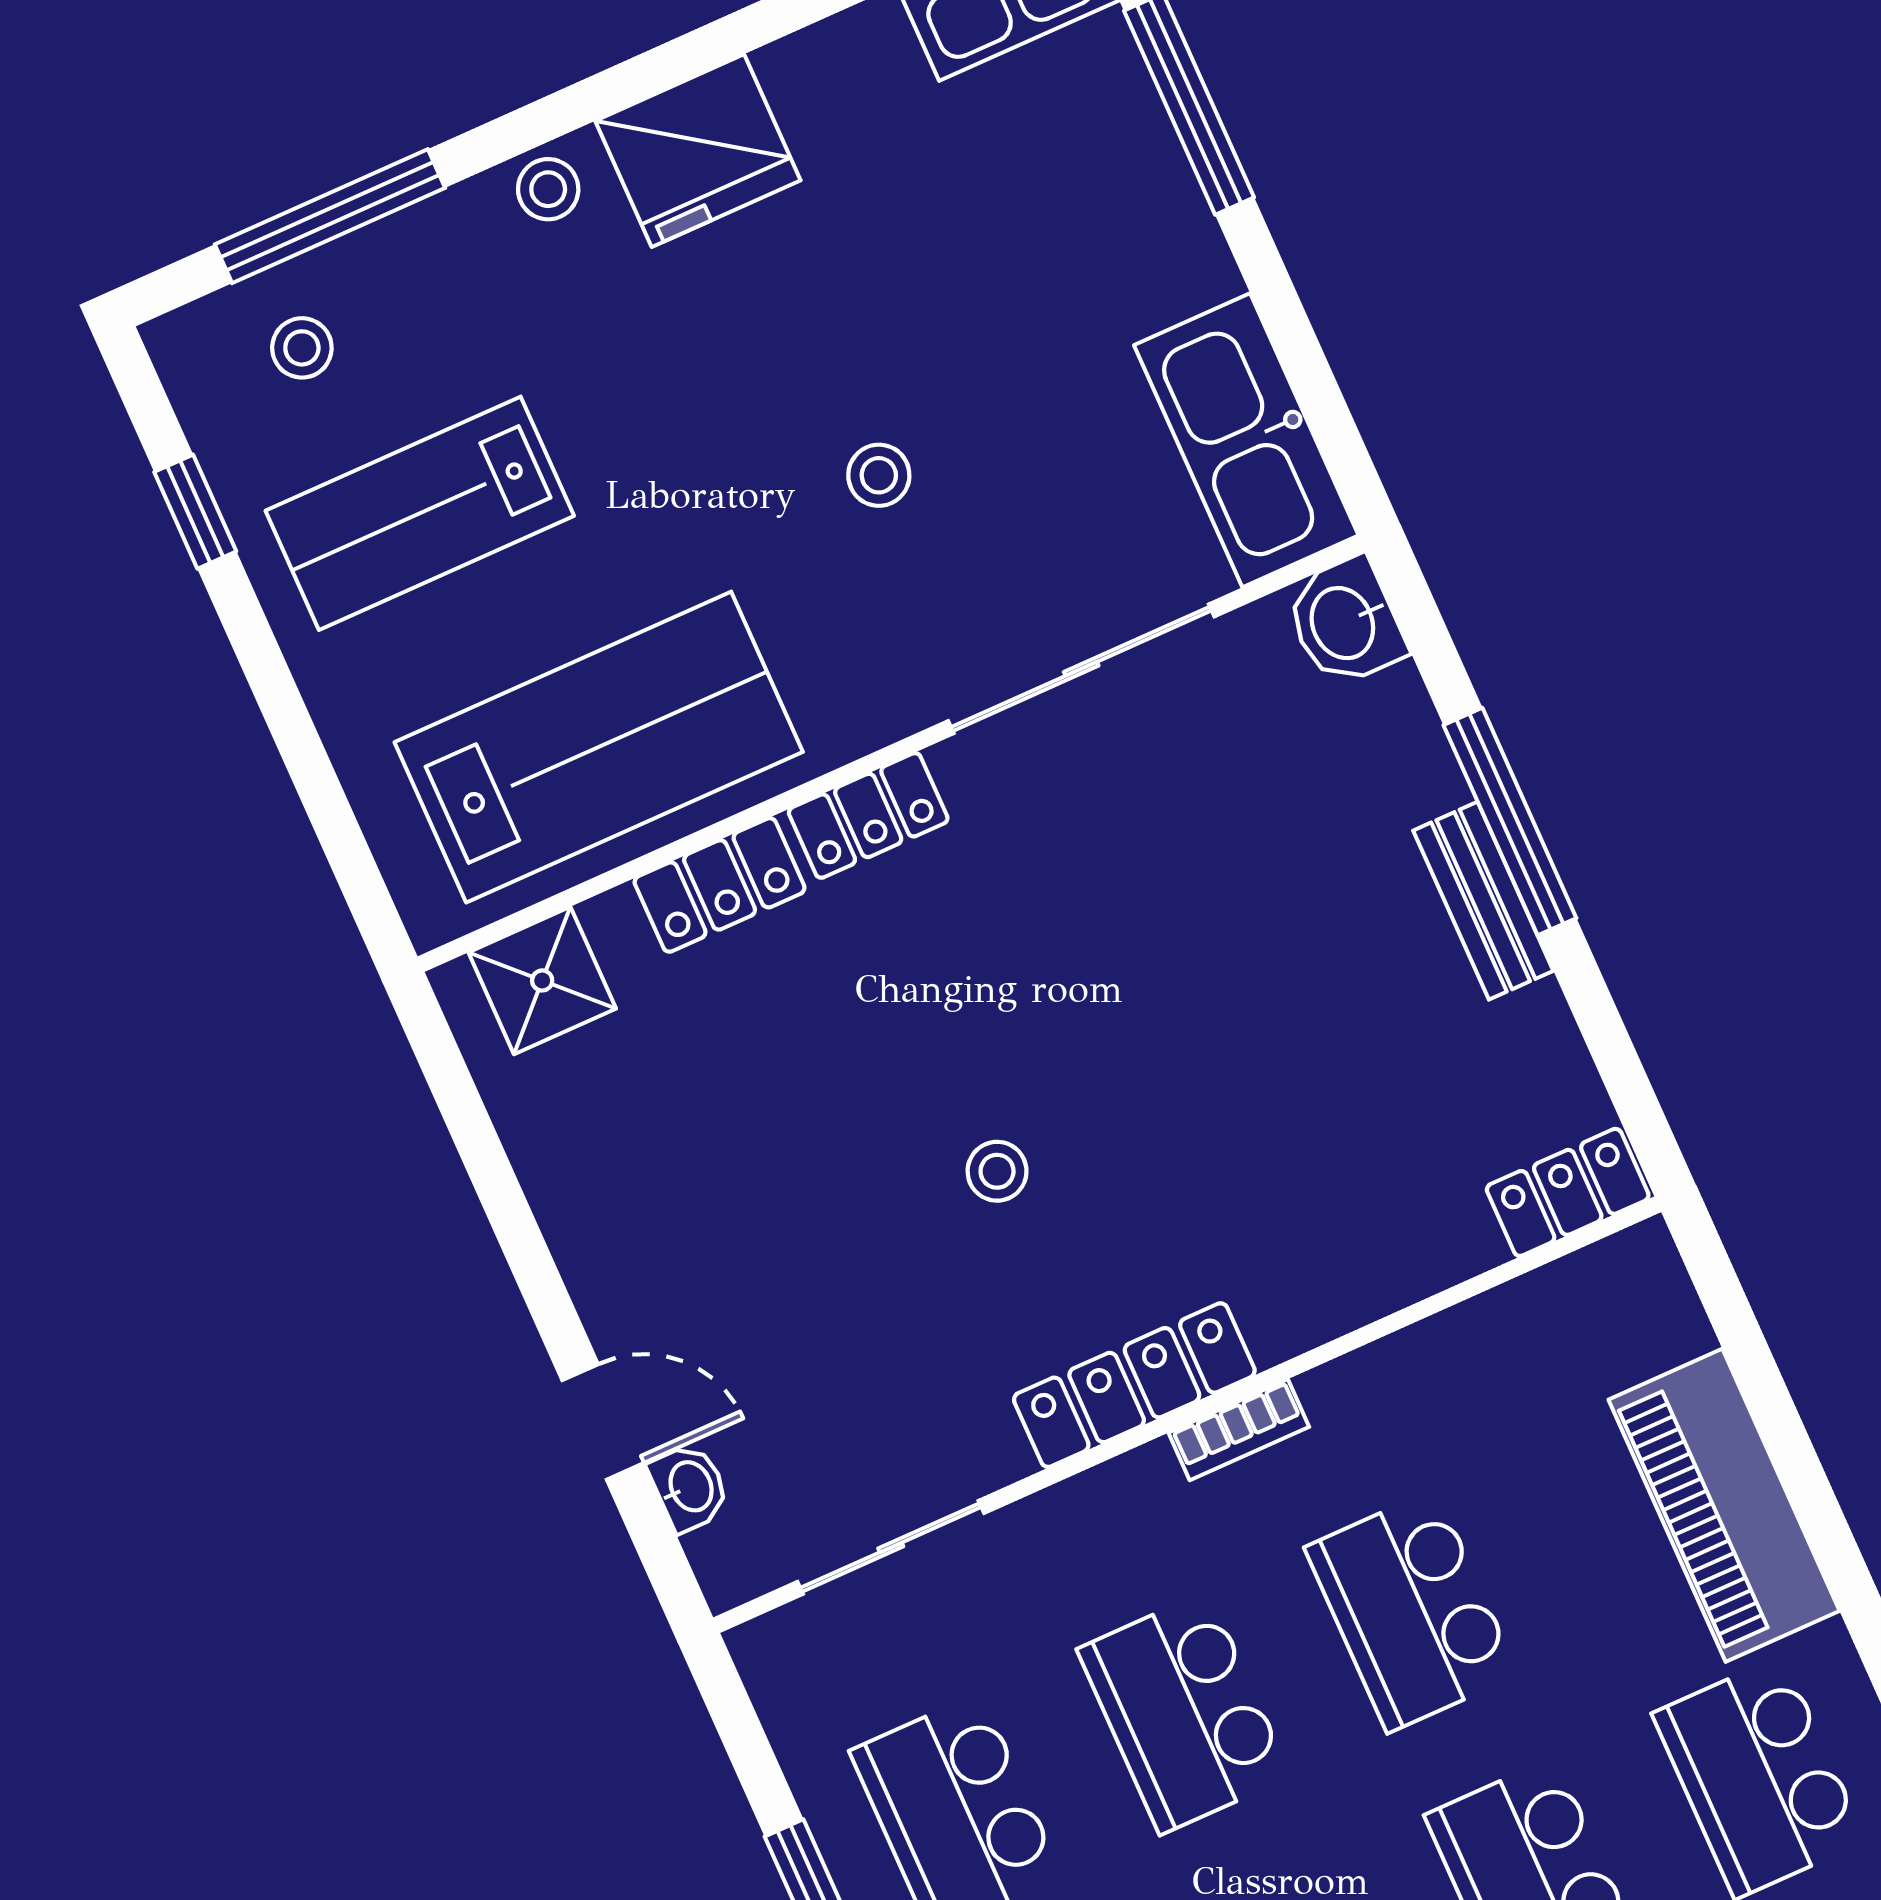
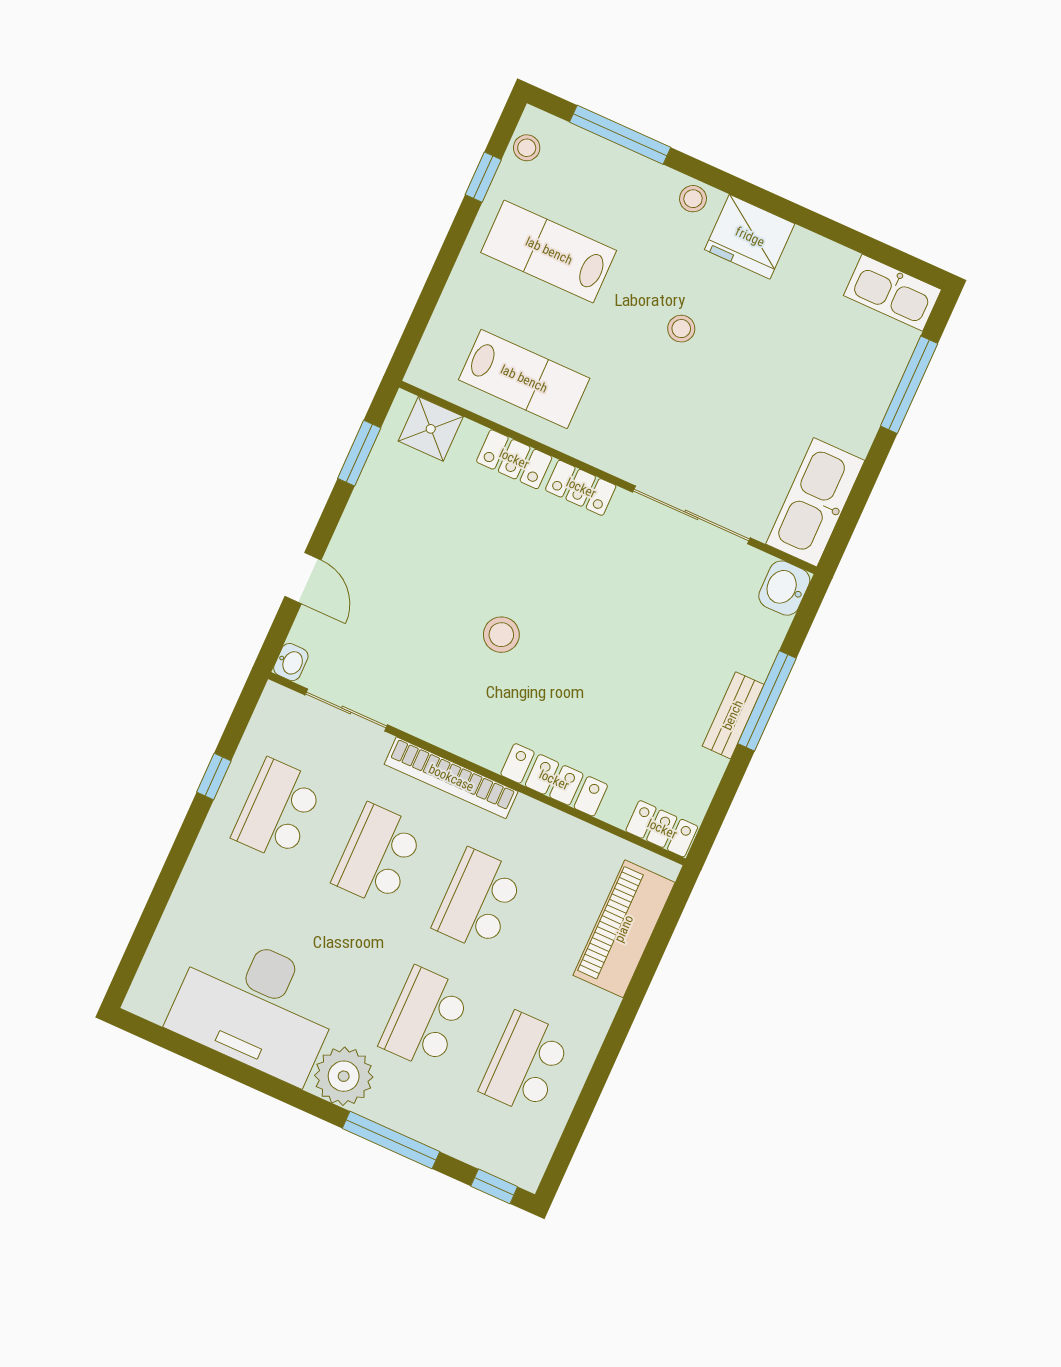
stool: (302, 348) -> (527, 148), moved
stool: (879, 475) -> (681, 329), moved
lab bench: (599, 747) -> (524, 379), width x0.73, depth x0.72
window: (475, 1138) -> (359, 453), added
stool: (997, 1171) -> (501, 635), width x1.37, depth x1.37
locker: (1134, 1385) -> (554, 780), moved
bookcase: (1239, 1430) -> (451, 778), width x2.31, depth x1.31
washbasin: (689, 1487) -> (291, 662), moved
piano: (1724, 1505) -> (624, 929), moved

